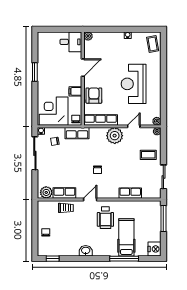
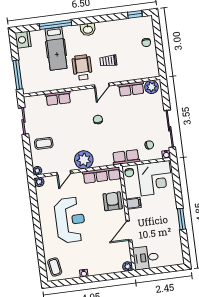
armchair: (94, 96) -> (113, 201), turned 180
trolley: (66, 208) -> (108, 61), moved
washbasin: (86, 251) -> (88, 29), moved

